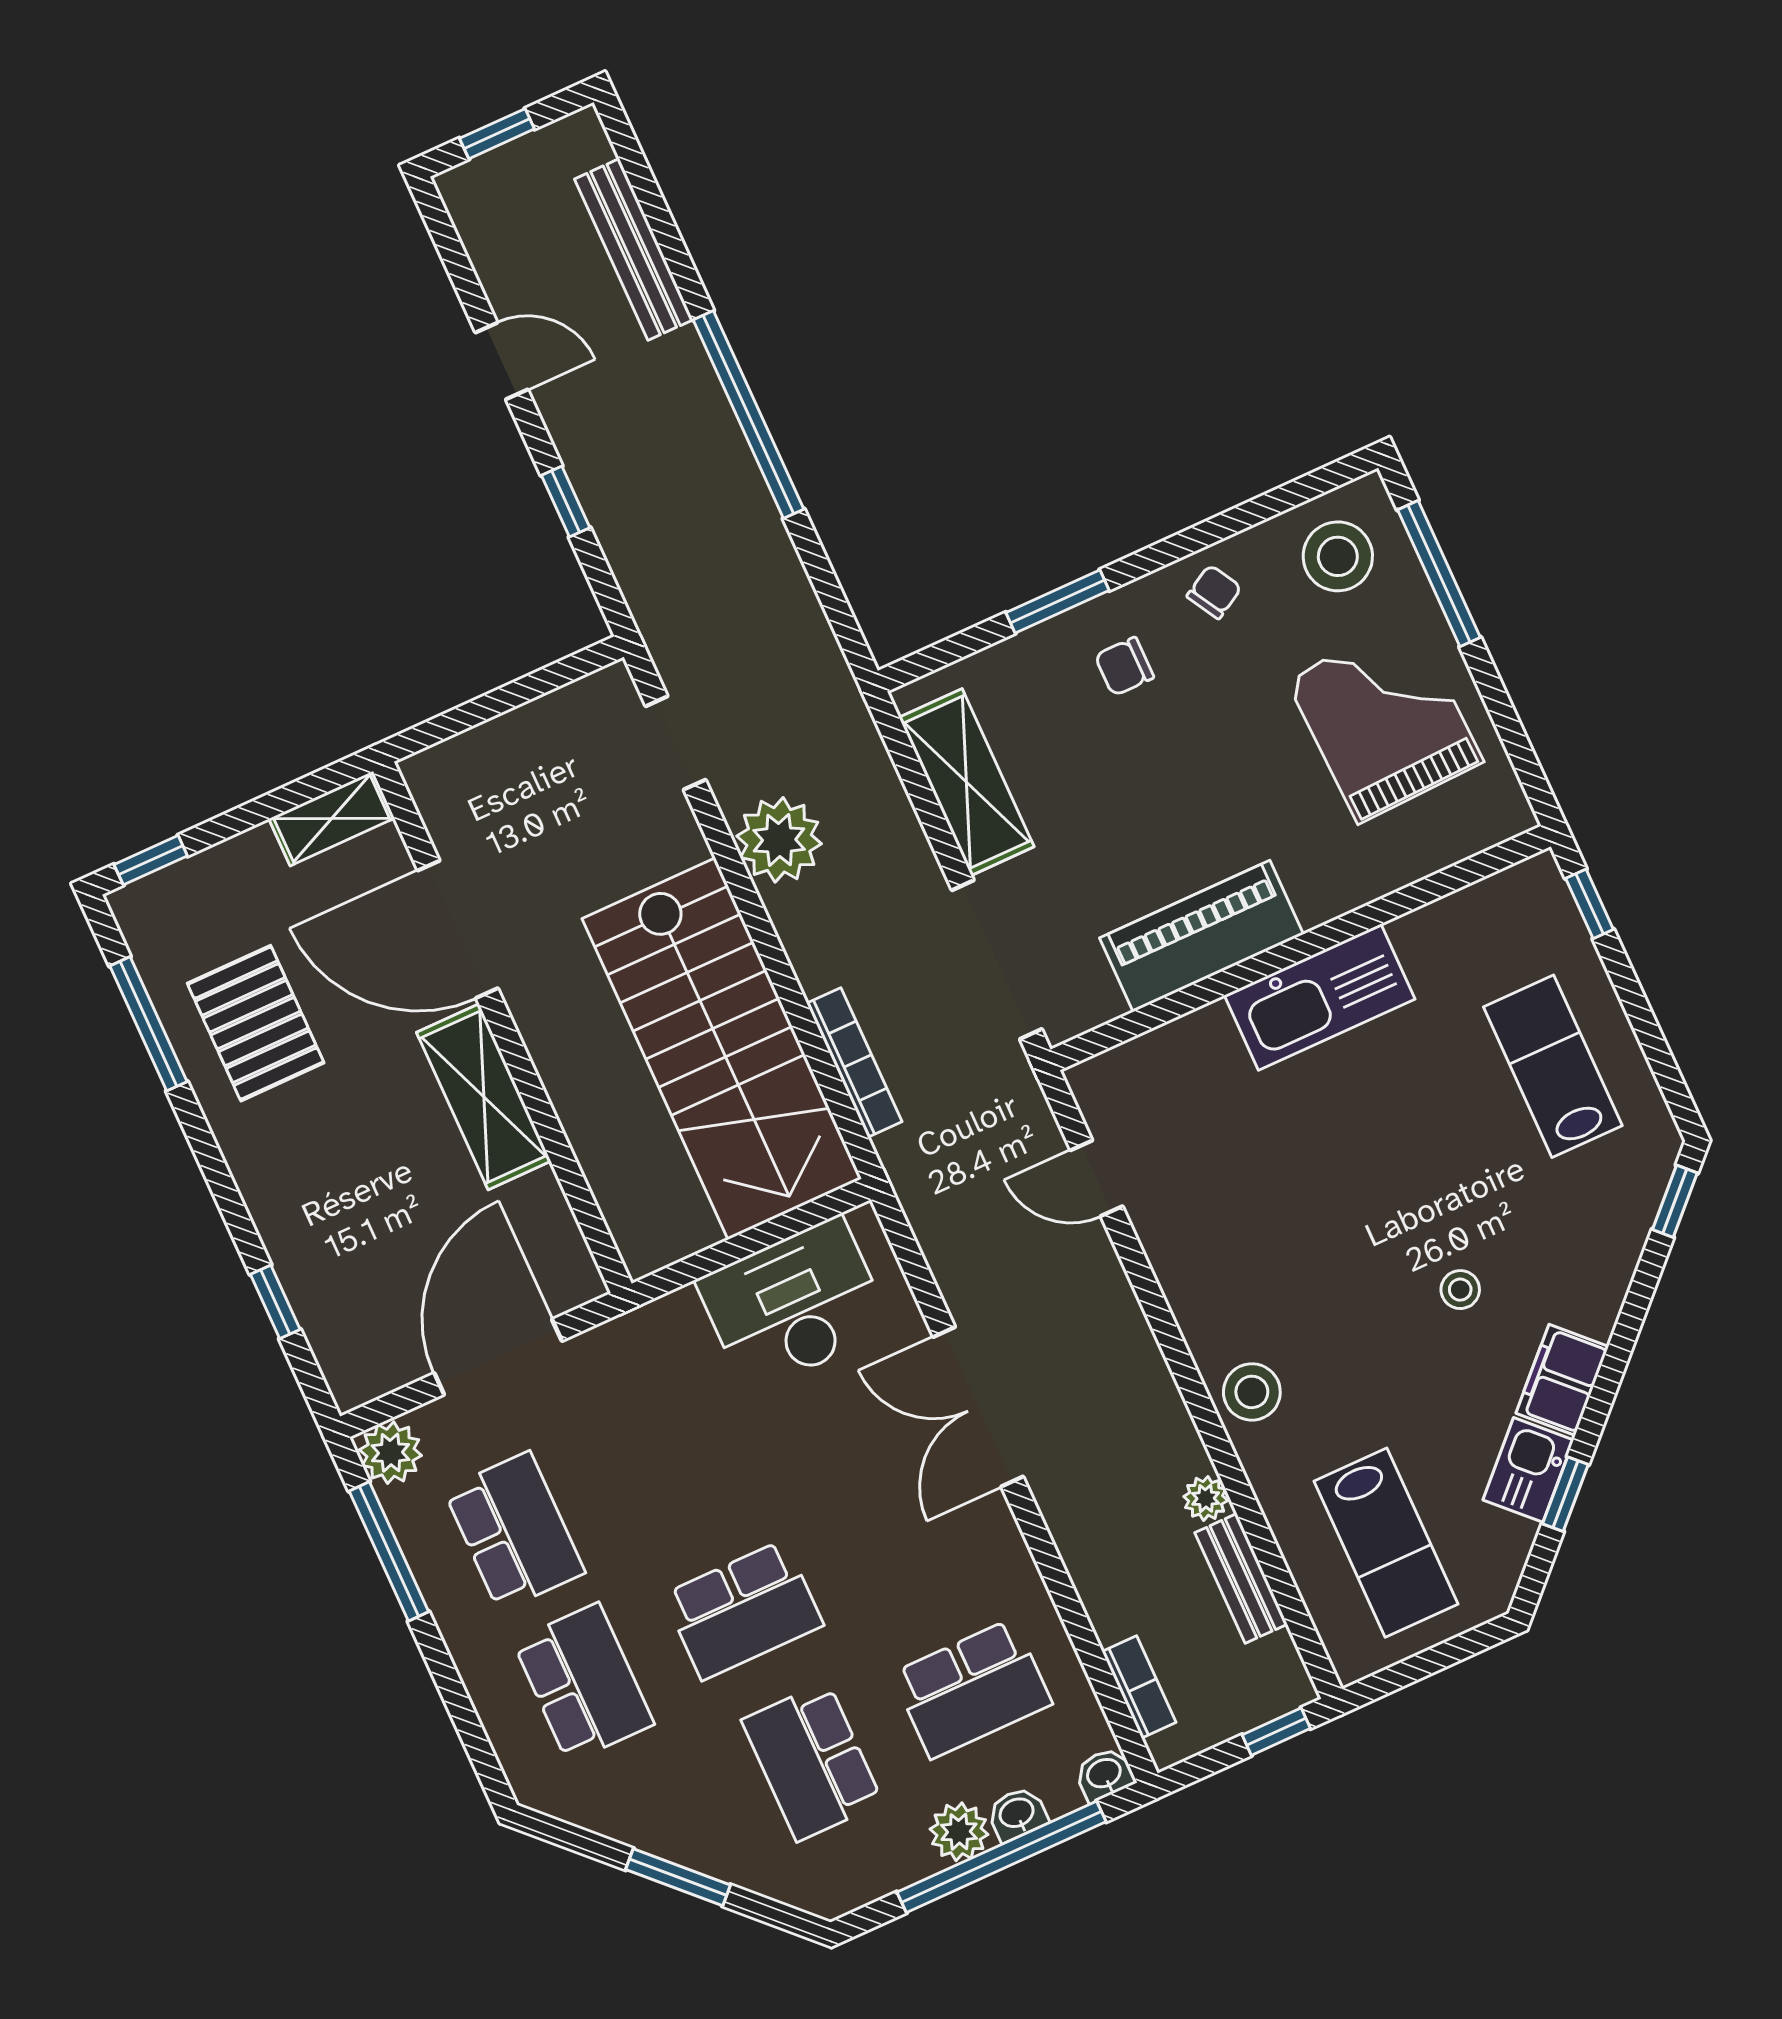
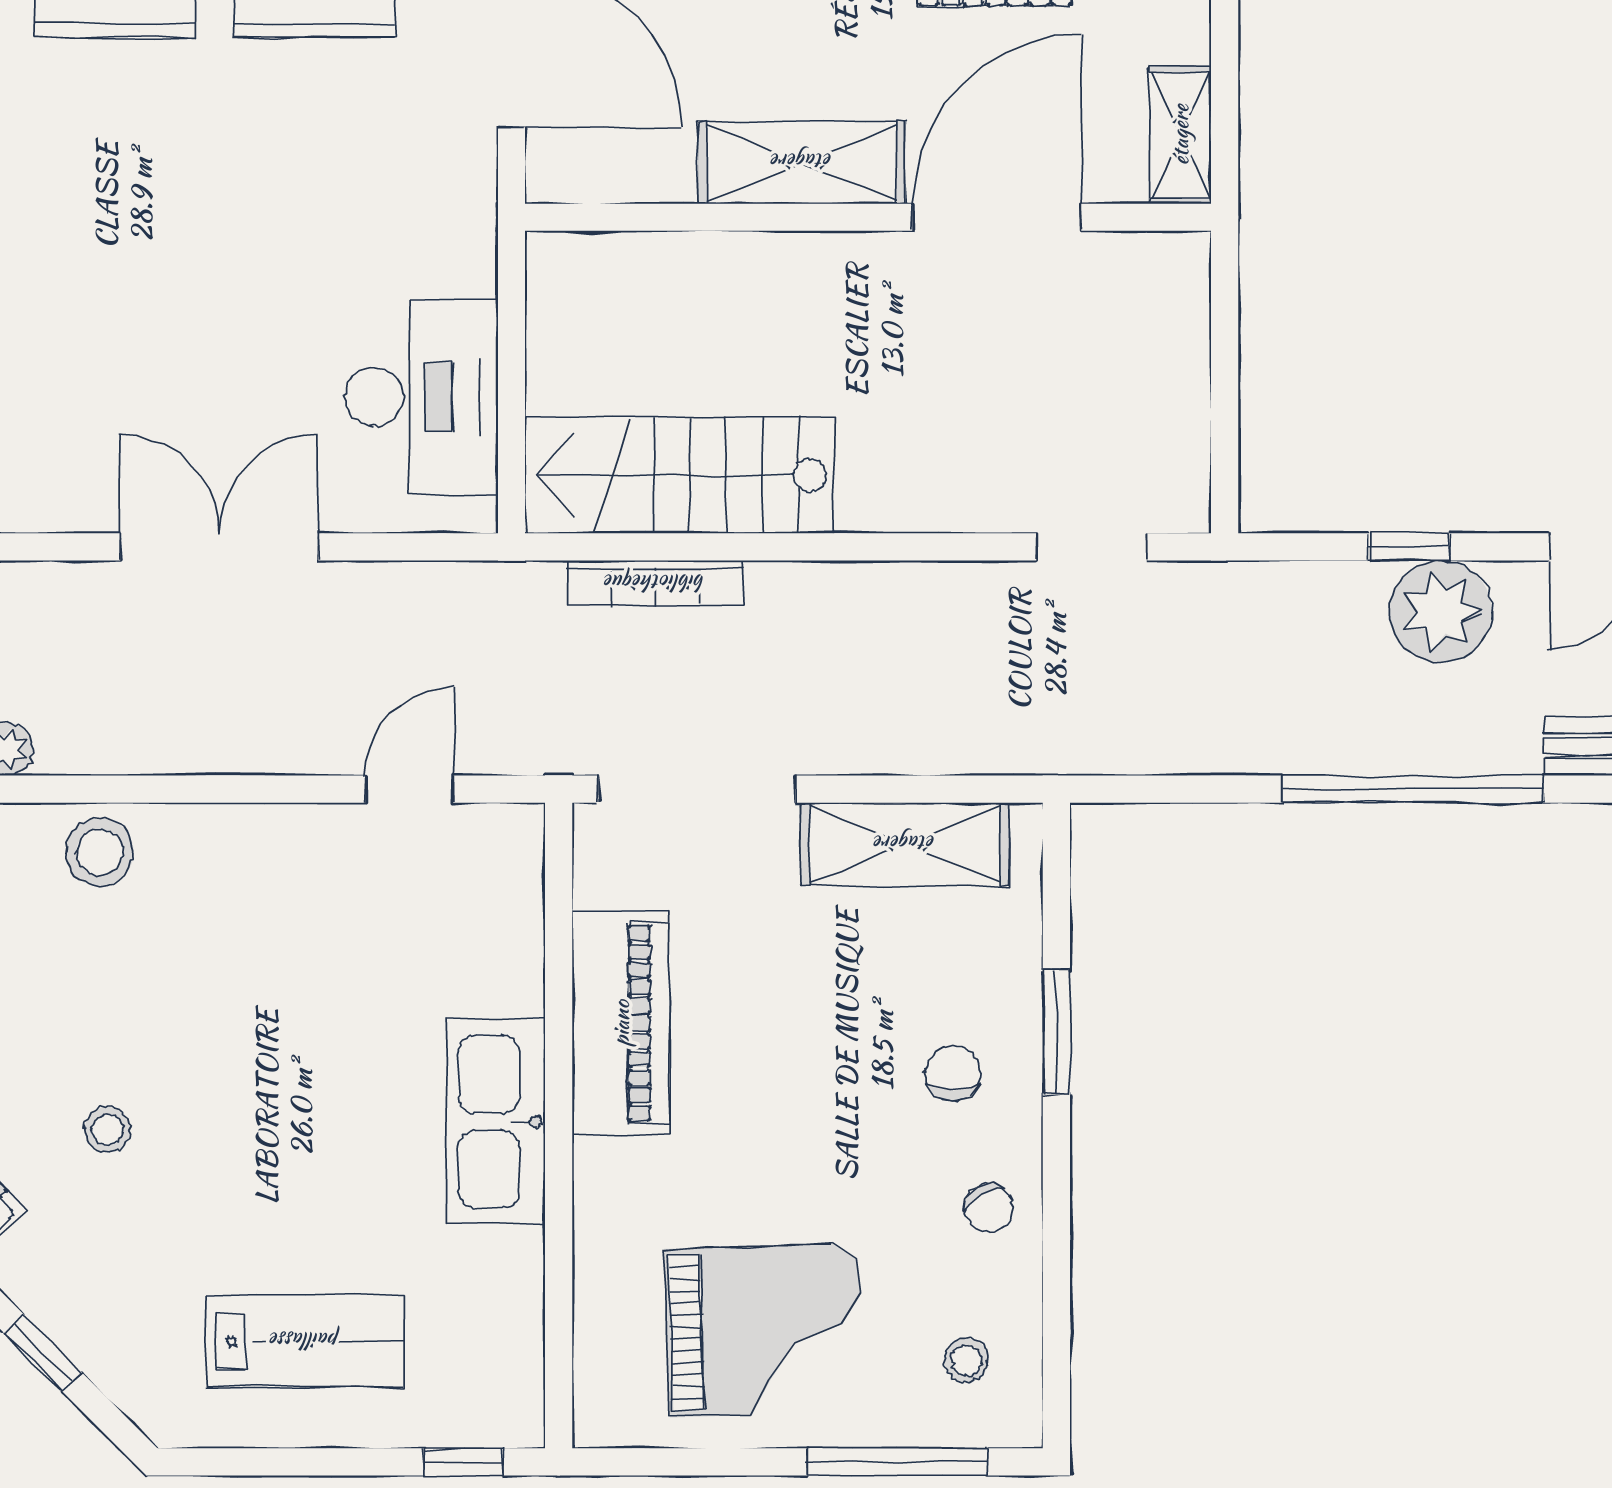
stool: (1338, 556) -> (966, 1360), width x0.53, depth x0.53
plant: (779, 840) -> (1441, 611), moved
stairs: (722, 1049) -> (680, 475), width x0.73, depth x0.66
window: (1675, 1201) -> (43, 1352), moved
school desk: (743, 1610) -> (115, 190), removed

